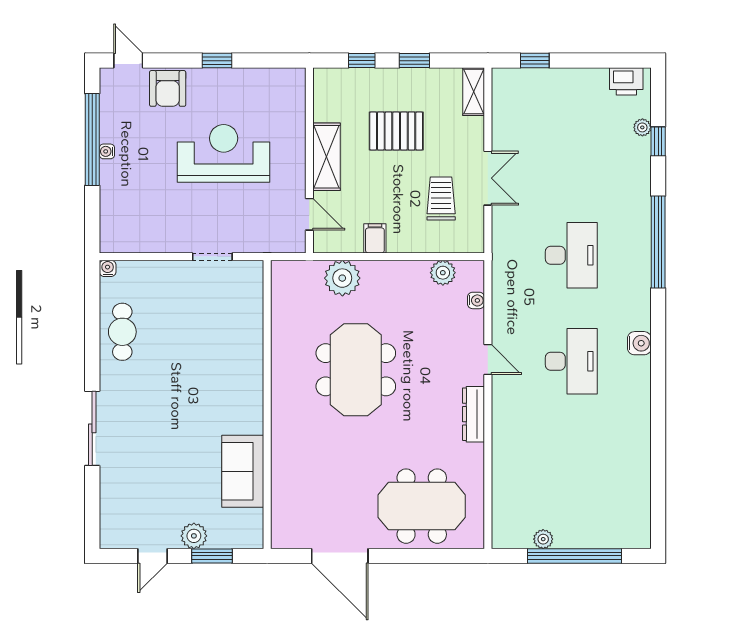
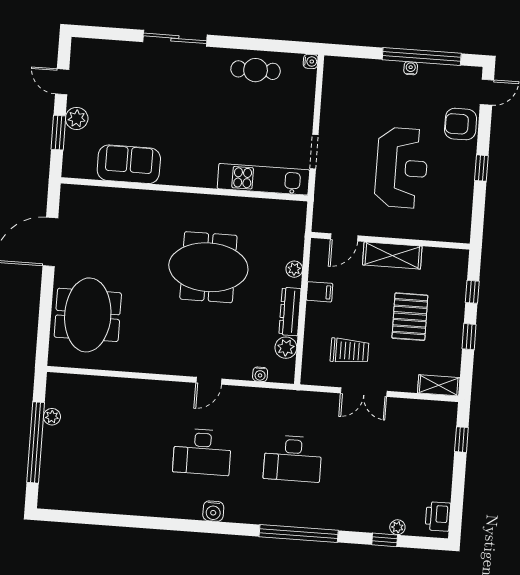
plant: (342, 278) -> (294, 269), width x0.53, depth x0.53
kitchen unit: (249, 313) -> (263, 179), added
dresser: (473, 414) -> (290, 312), moved, turned -90

